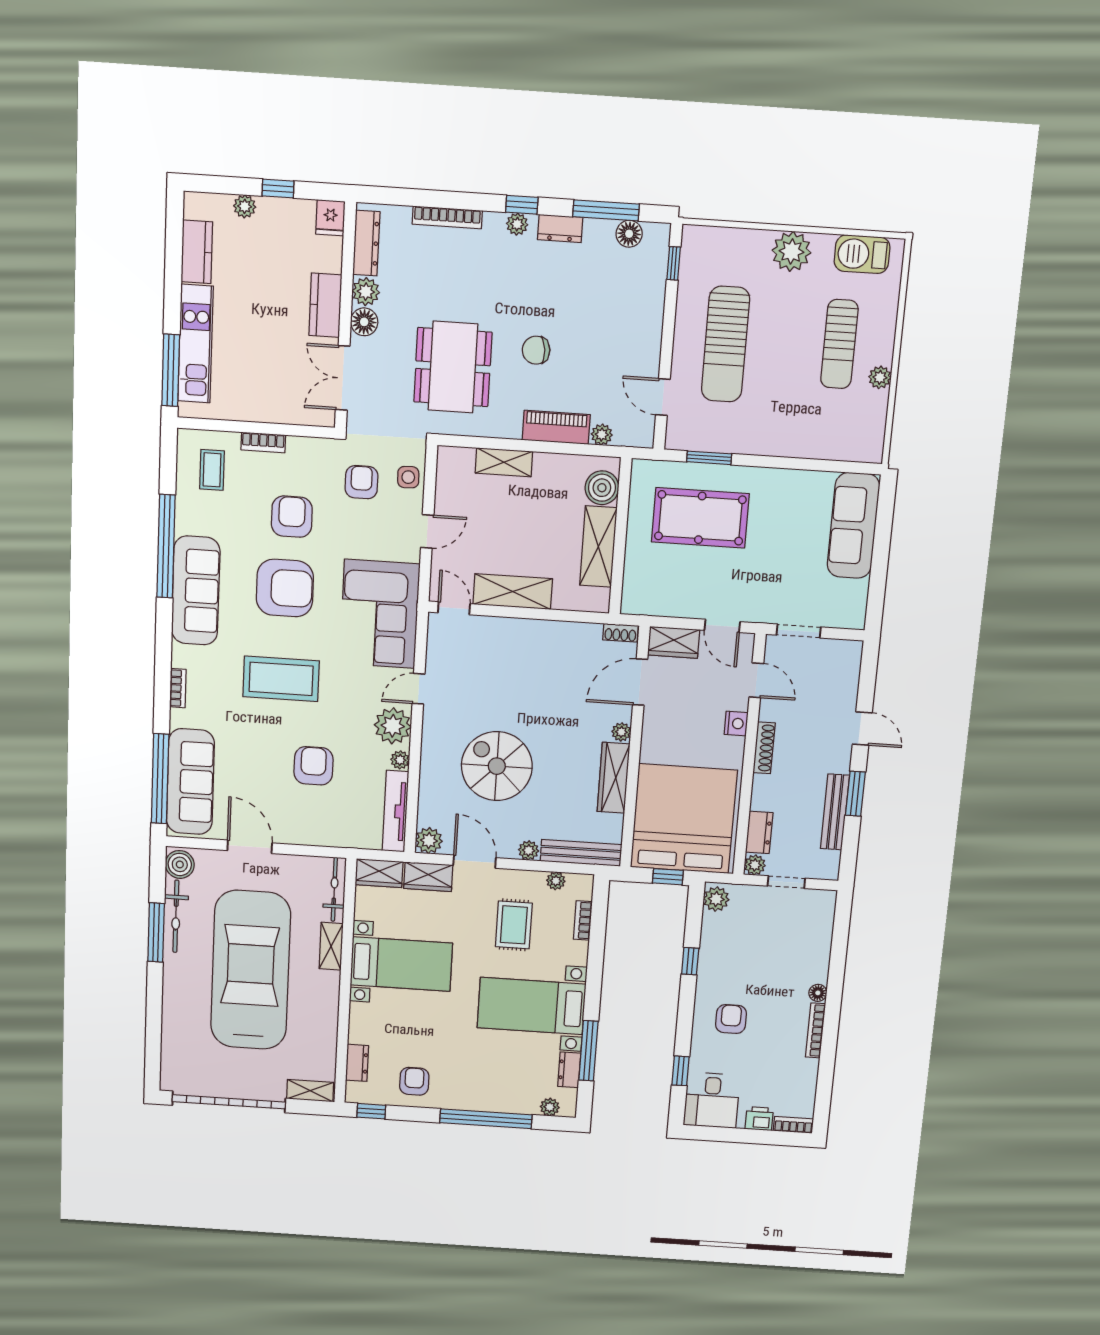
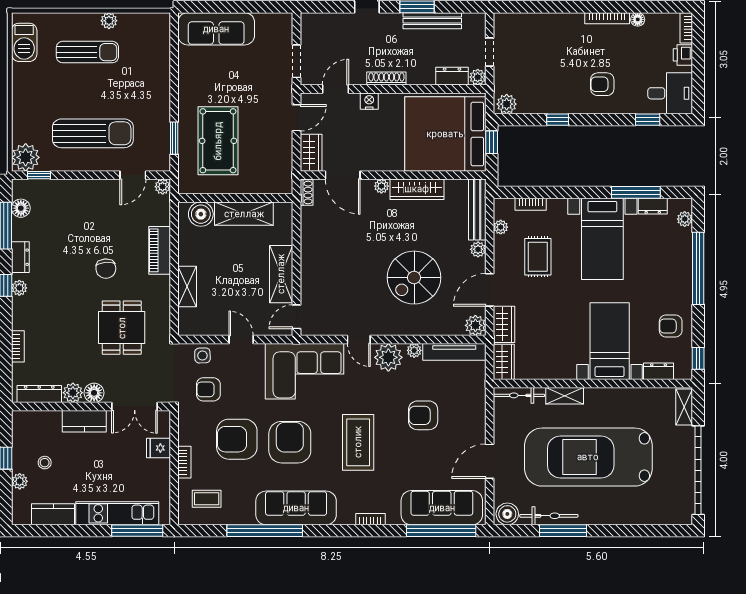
bookcase: (447, 217) -> (18, 346), width x0.64
fridge: (330, 218) -> (158, 448), moved, turned 180
stool: (270, 245) -> (45, 463), added
plant: (791, 251) -> (26, 157), moved
dining table: (453, 367) -> (122, 328), width x0.73
plant: (602, 435) -> (163, 187), moved
armchair: (292, 517) -> (237, 439), width x1.36, depth x1.36
rug: (514, 925) -> (538, 257), turned 90
bed with nightstands: (401, 964) -> (610, 341), moved
floor lamp: (818, 993) -> (638, 19), moved

